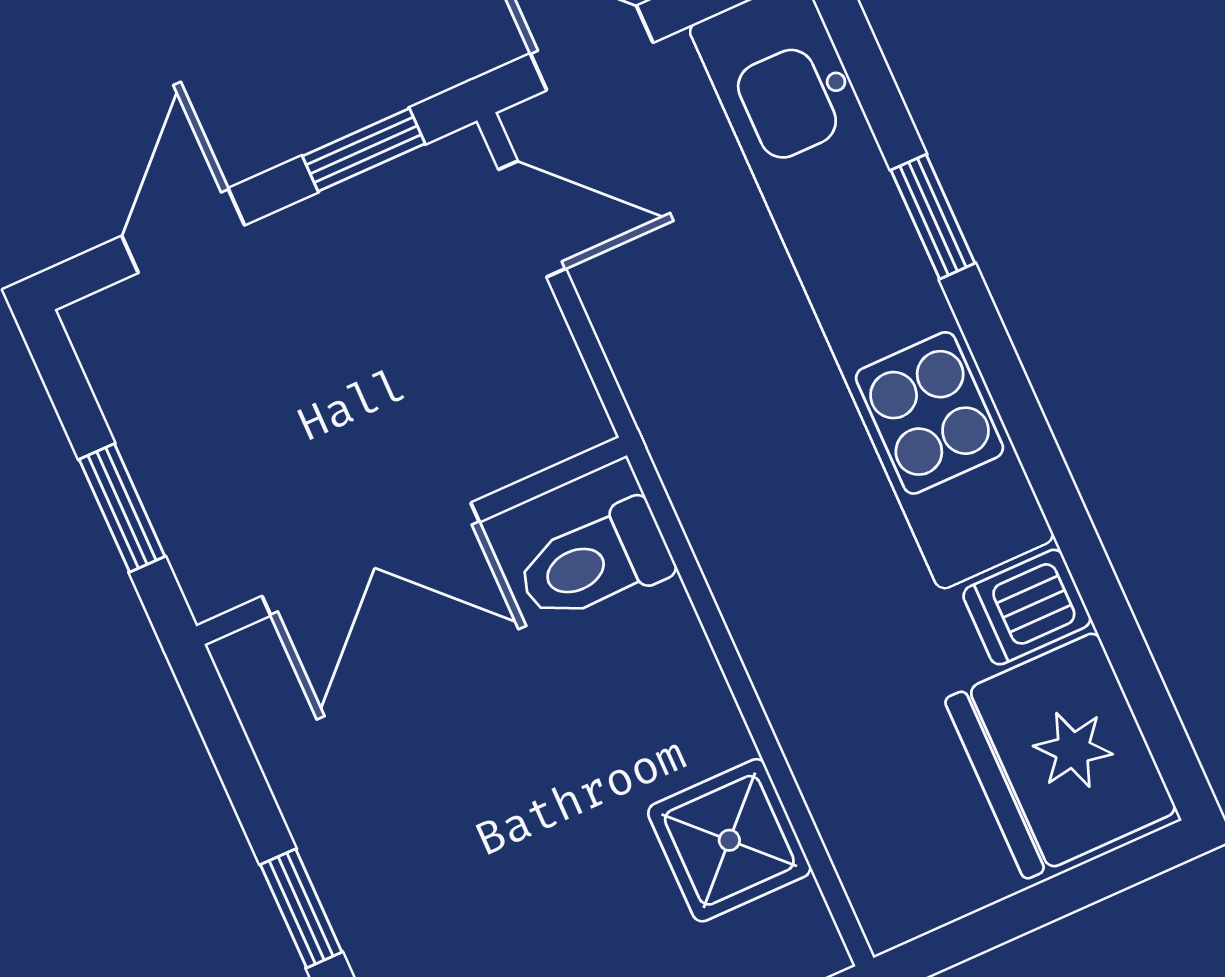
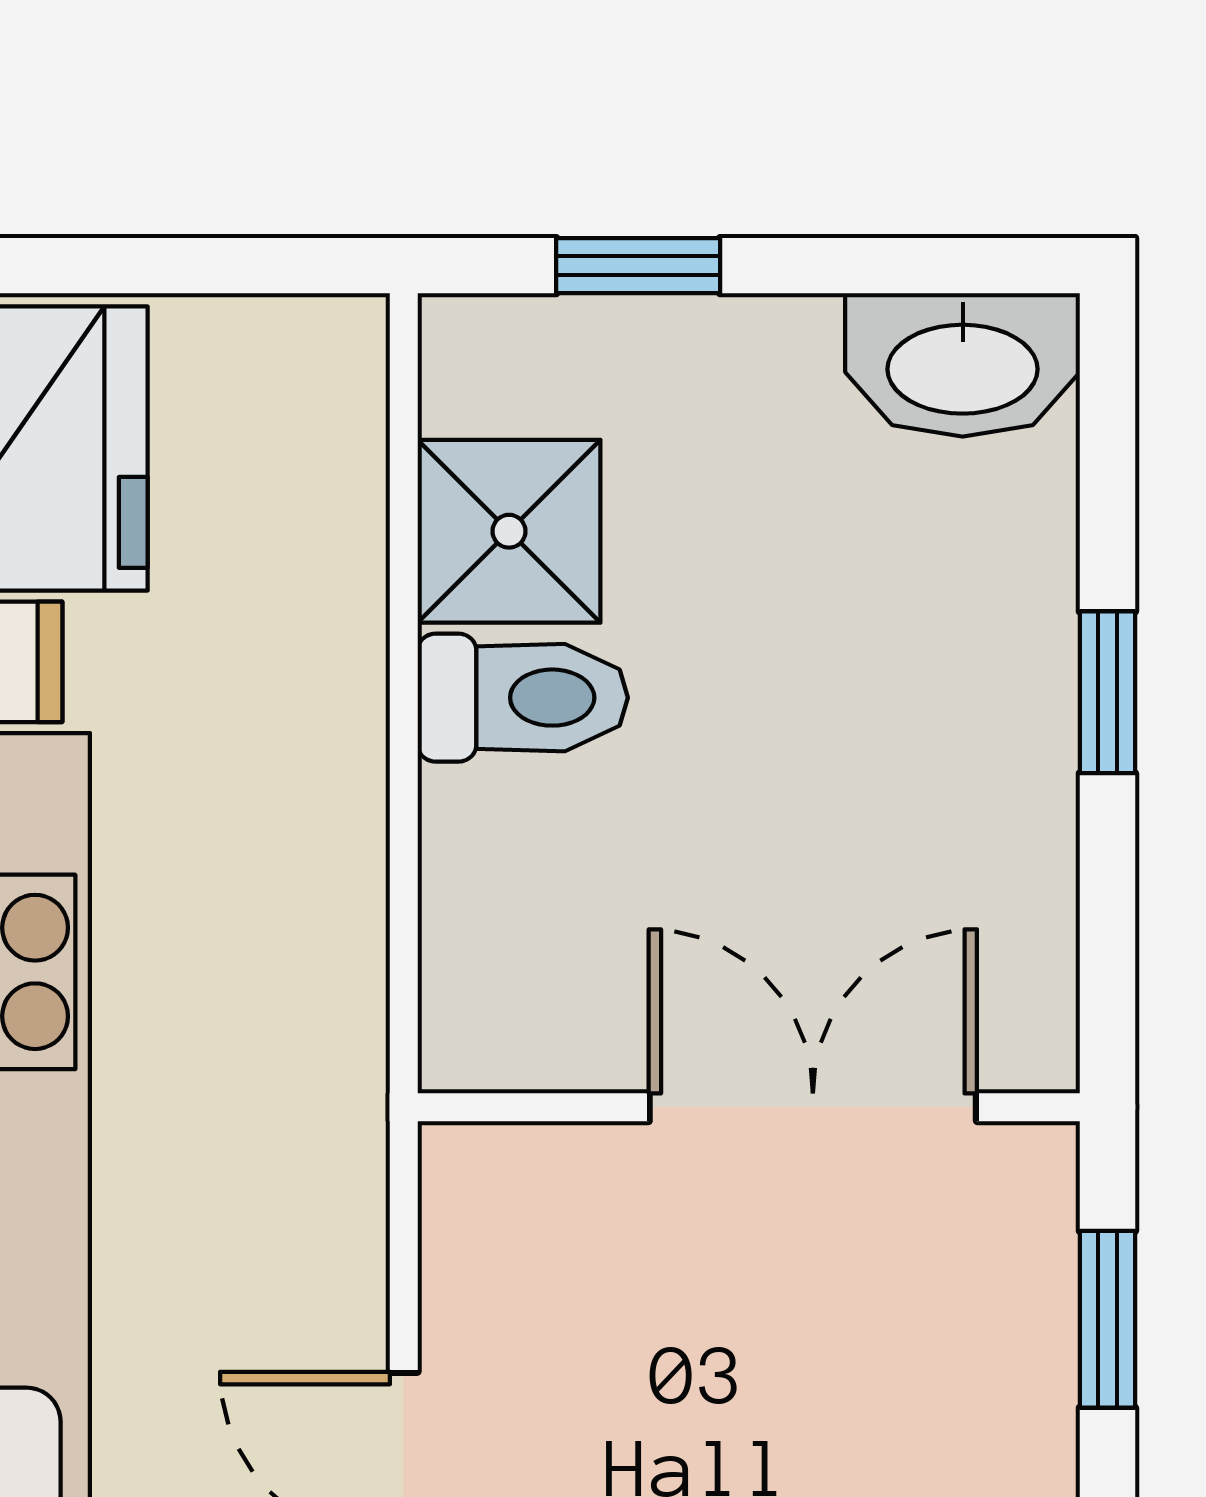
toilet: (594, 562) -> (523, 698), moved

